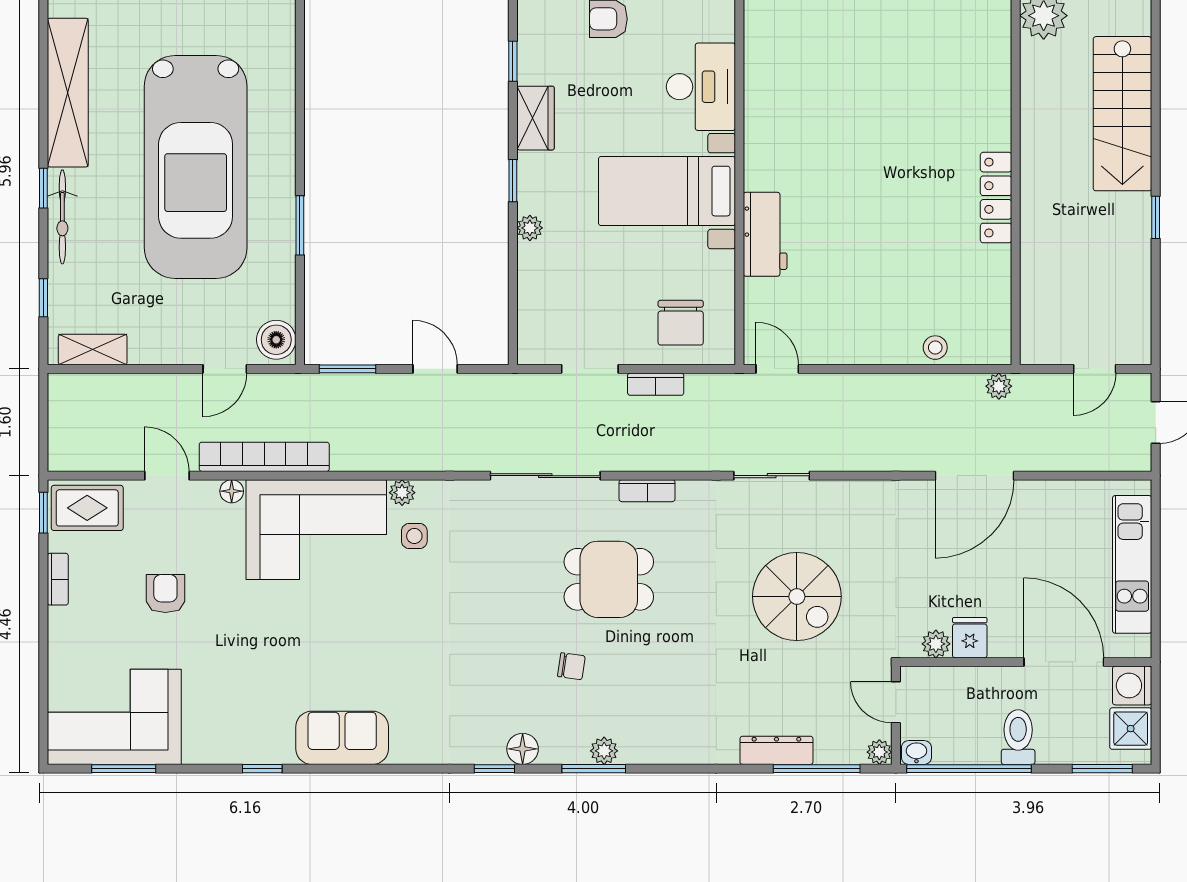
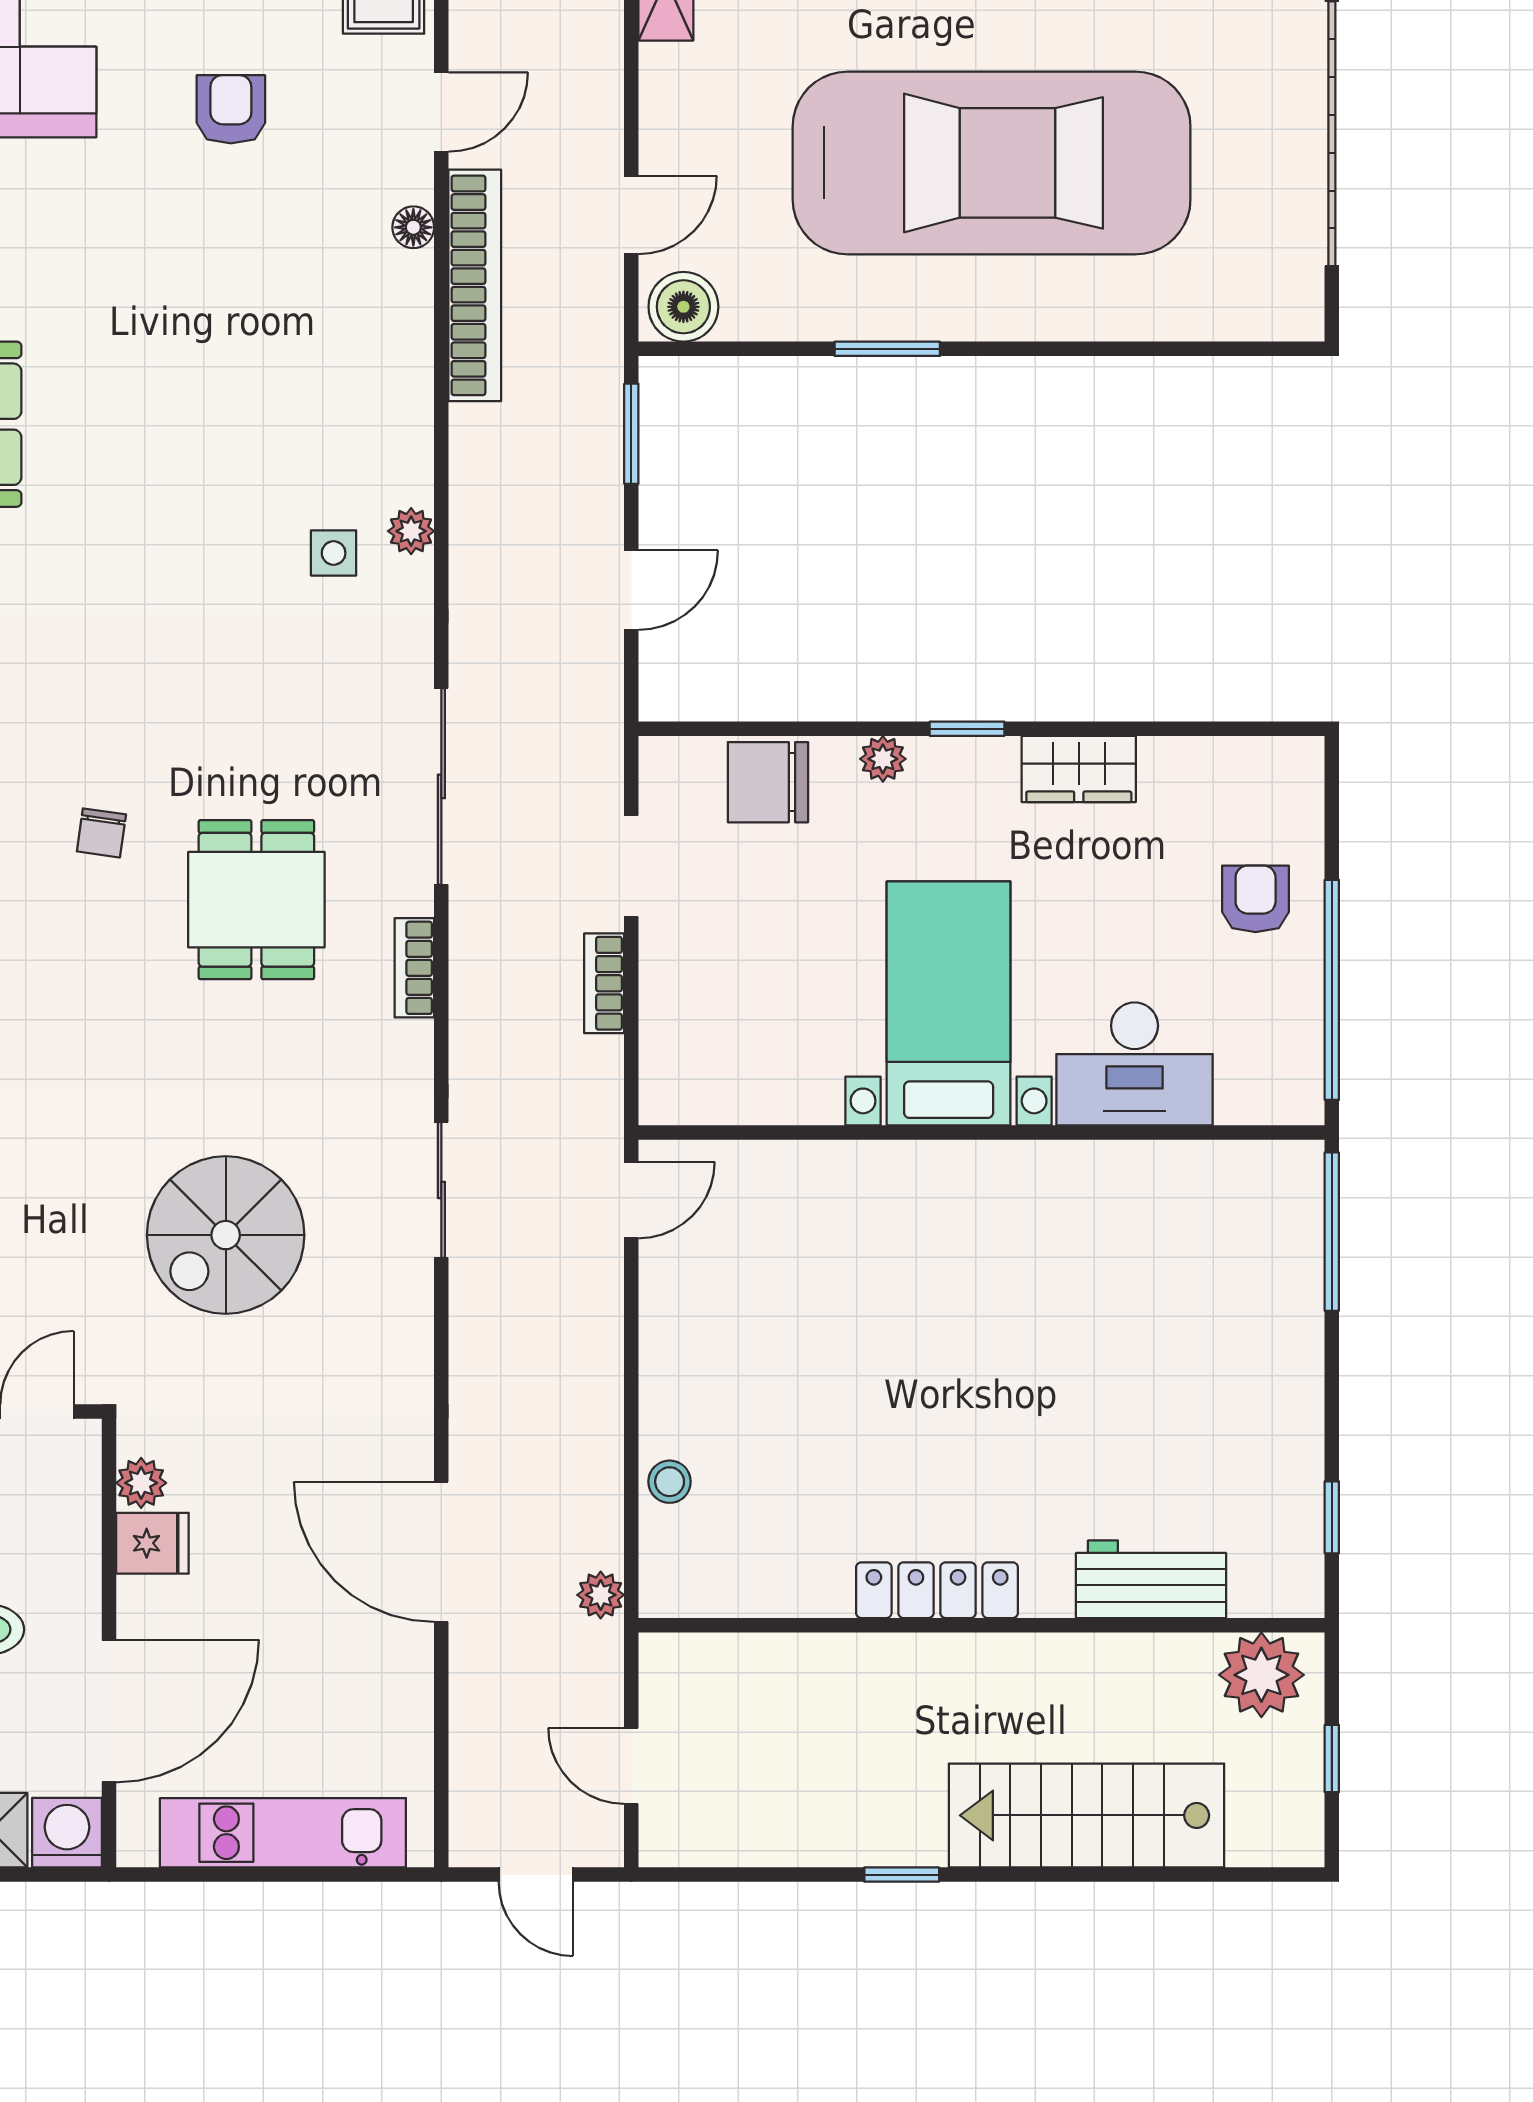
window: (513, 61) -> (1180, 729), removed
car: (196, 167) -> (992, 163), turned 180
workbench: (765, 234) -> (1151, 1579), moved, turned 180
chair: (681, 323) -> (768, 782), moved
door: (225, 369) -> (631, 215), swing flipped
corner sofa: (316, 530) -> (345, 378), removed
armchair: (165, 594) -> (231, 109), turned -90

